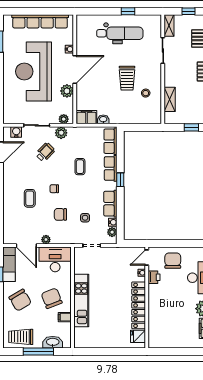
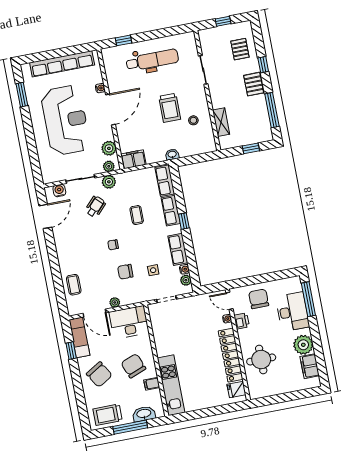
window: (128, 11) -> (123, 40), moved
shelving: (169, 25) -> (205, 41), removed
reception desk: (33, 71) -> (65, 120), turned 180
plant: (67, 91) -> (109, 148), moved
washbasin: (103, 119) -> (172, 154), moved
coffee table: (30, 198) -> (74, 285), moved
door: (147, 258) -> (229, 301), hinge flipped
kitchen unit: (81, 301) -> (171, 385), moved
round table: (165, 314) -> (261, 360), added

